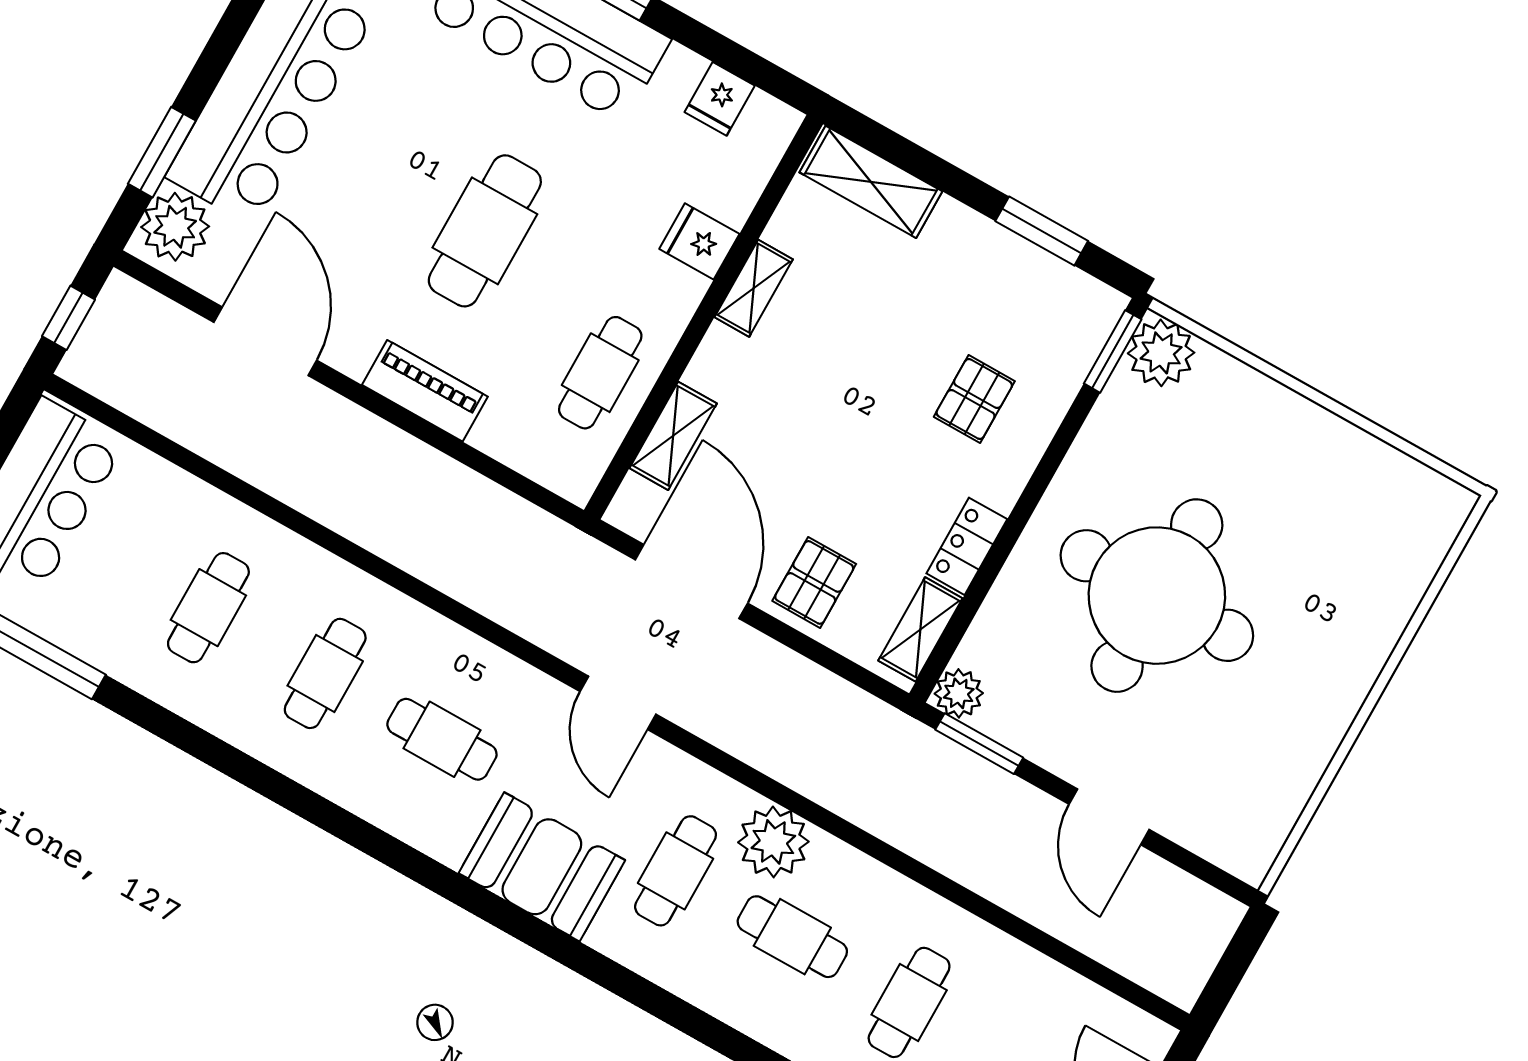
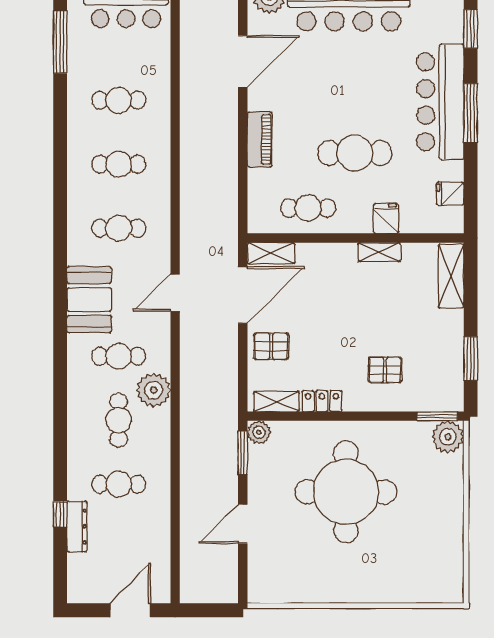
cafe table: (485, 231) -> (355, 153), moved
shelving: (673, 436) -> (271, 253), moved
cafe table: (442, 739) -> (119, 228), turned 90

